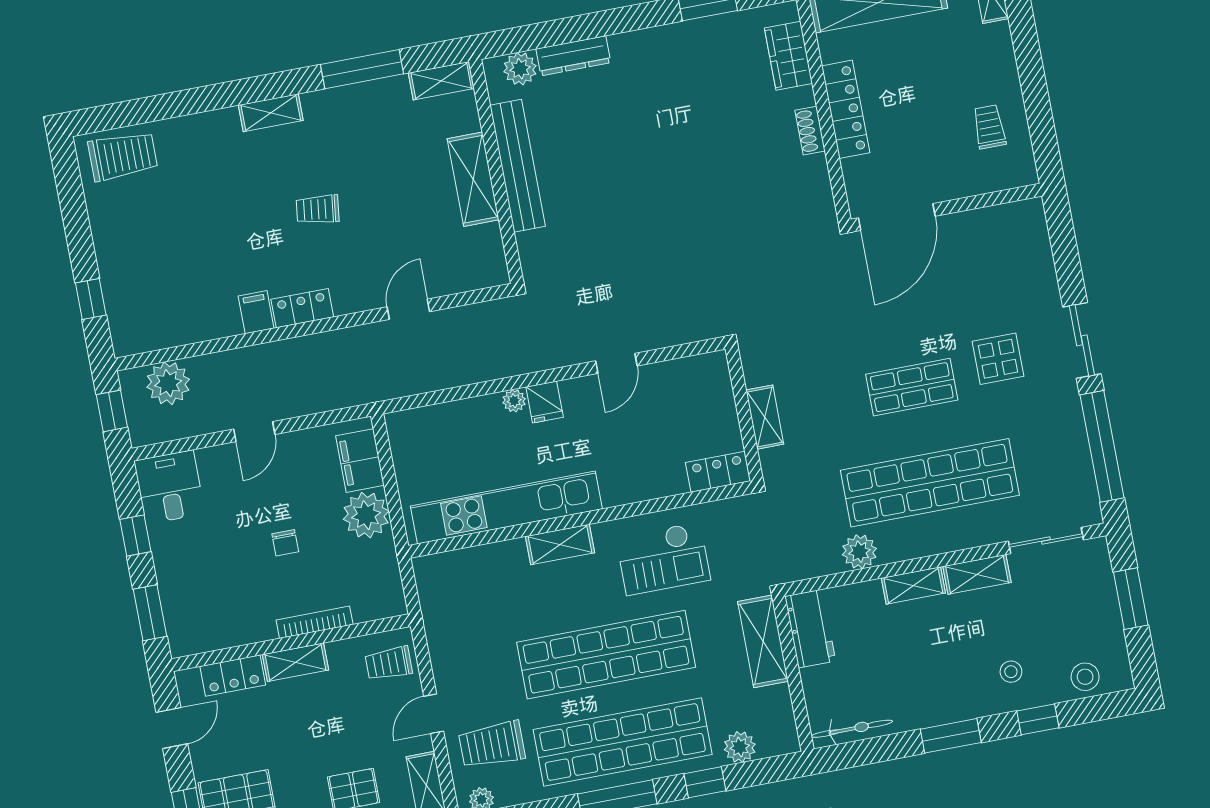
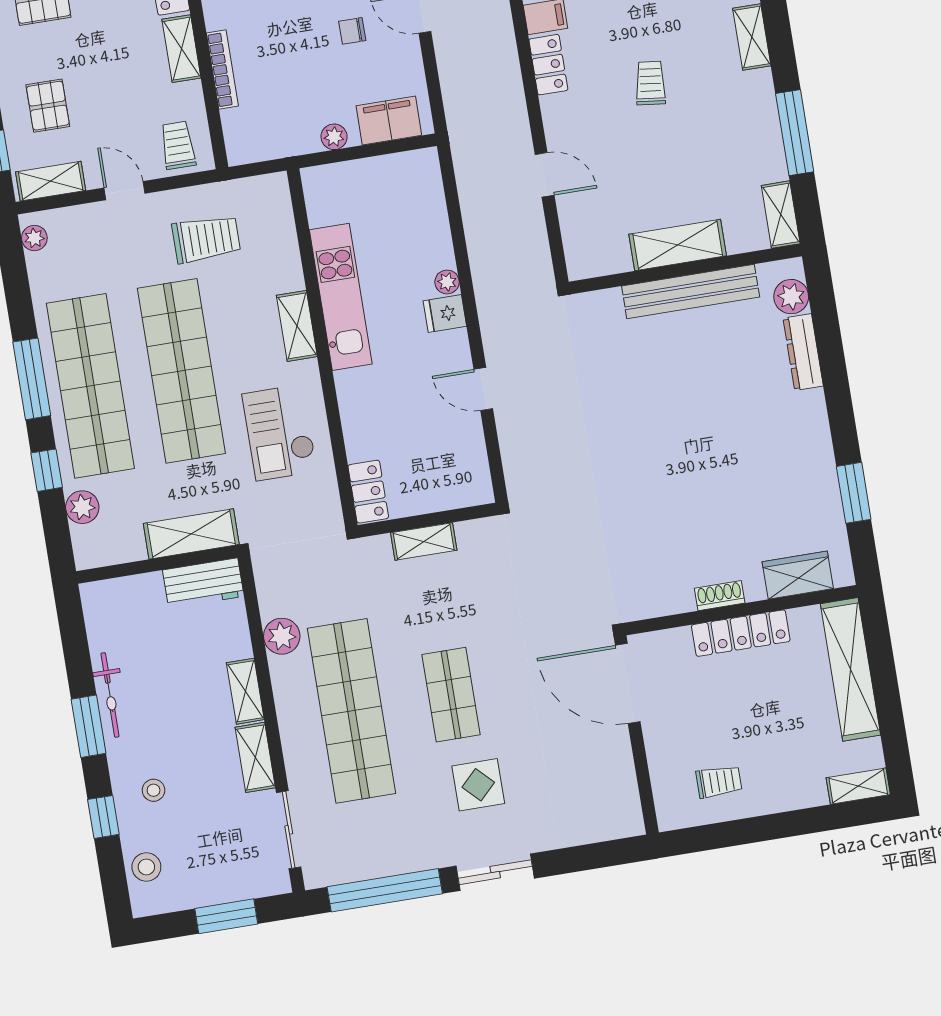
kitchen unit: (506, 507) -> (341, 297), width x0.73
plant: (366, 515) -> (334, 137), width x0.53, depth x0.53
chair: (285, 543) -> (352, 31), moved
bicycle: (852, 729) -> (110, 695), moved
trolley: (492, 745) -> (206, 239), moved, turned 90

